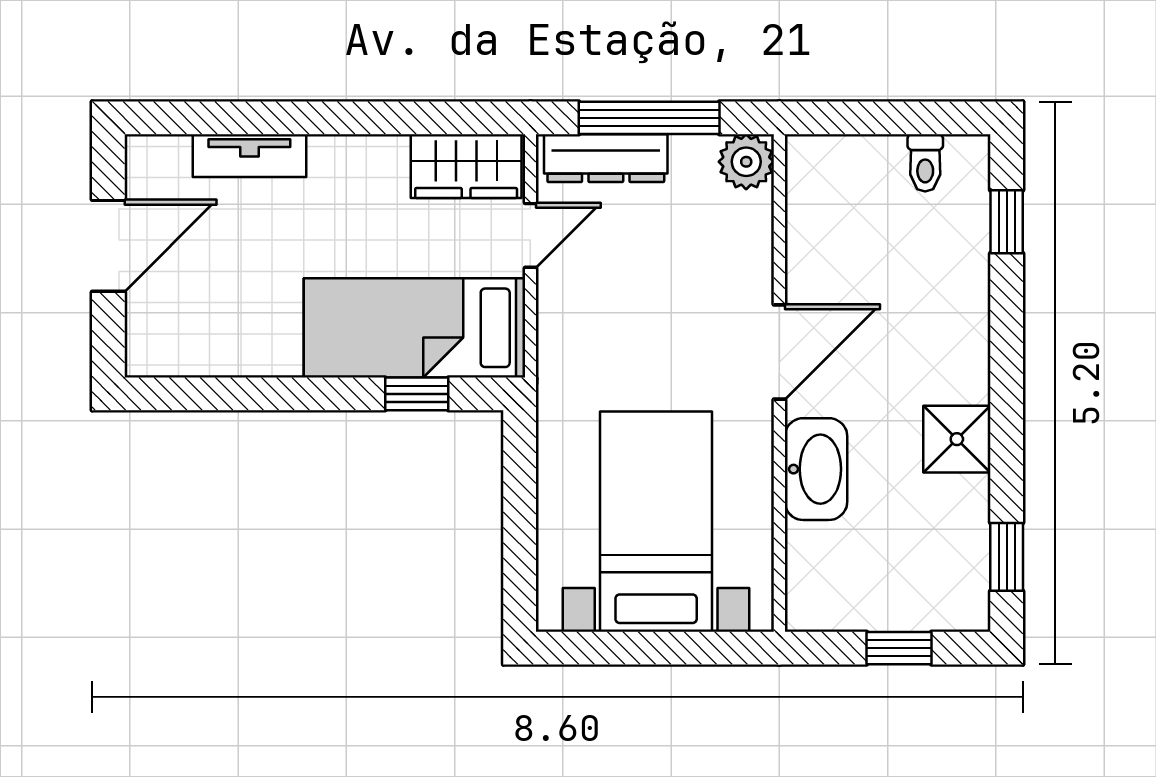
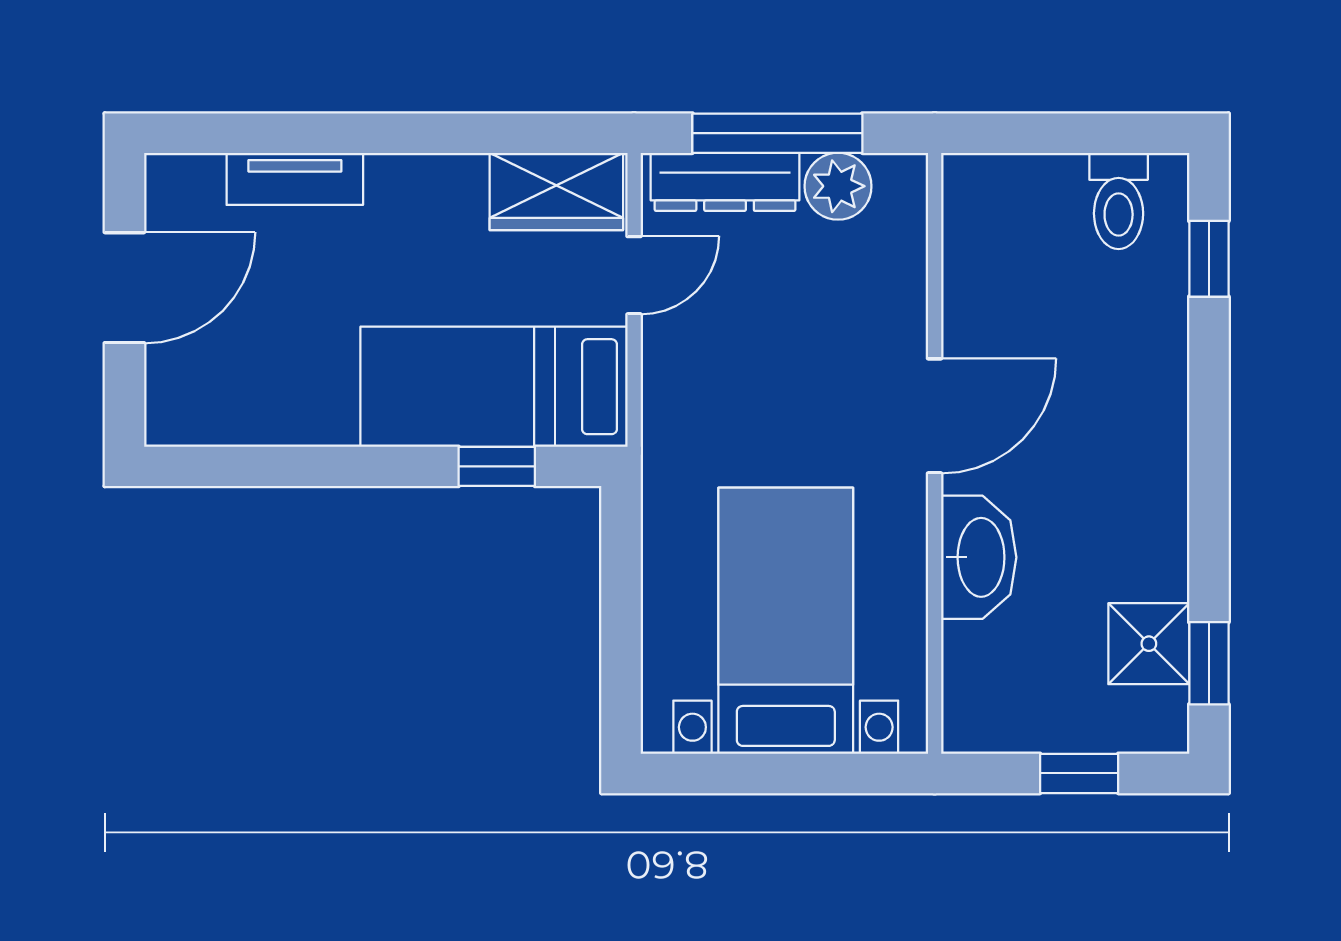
plant: (746, 162) -> (838, 186), moved
toilet: (925, 163) -> (1119, 201), width x1.37, depth x1.39
shower: (957, 439) -> (1149, 644), moved

